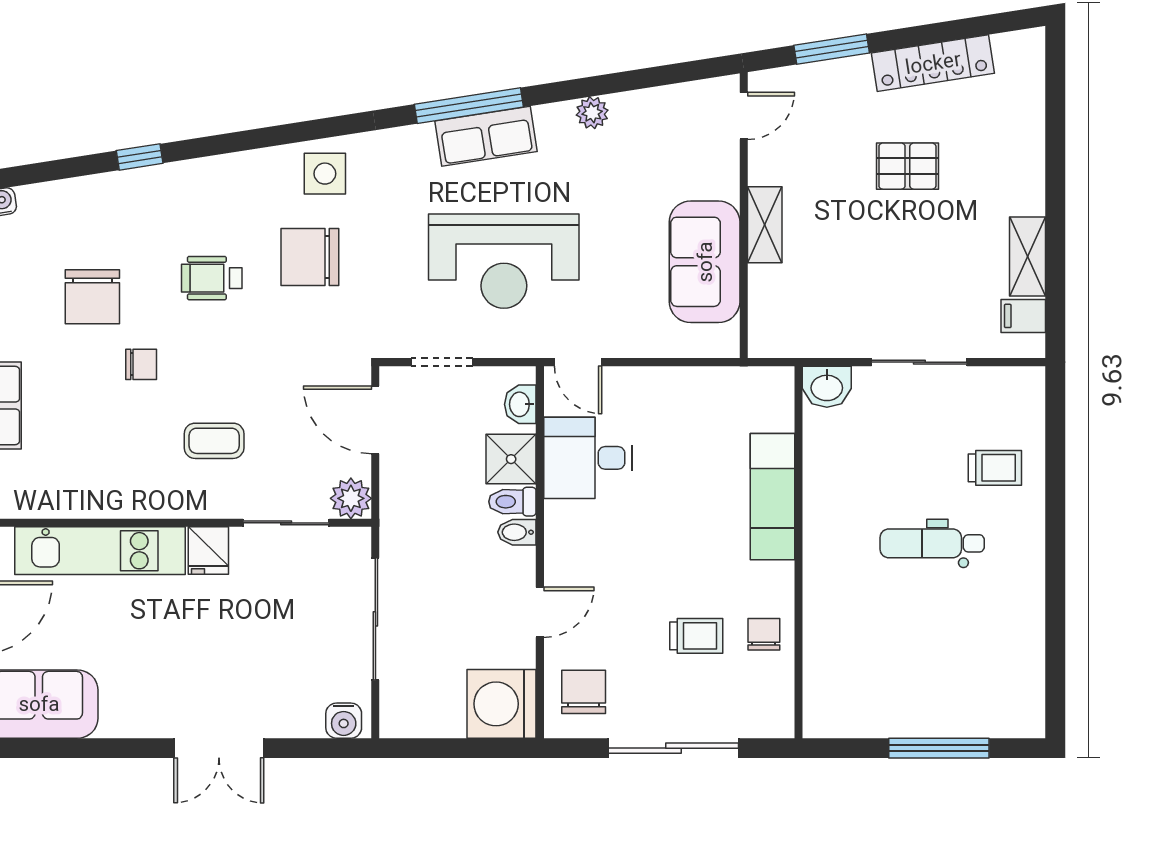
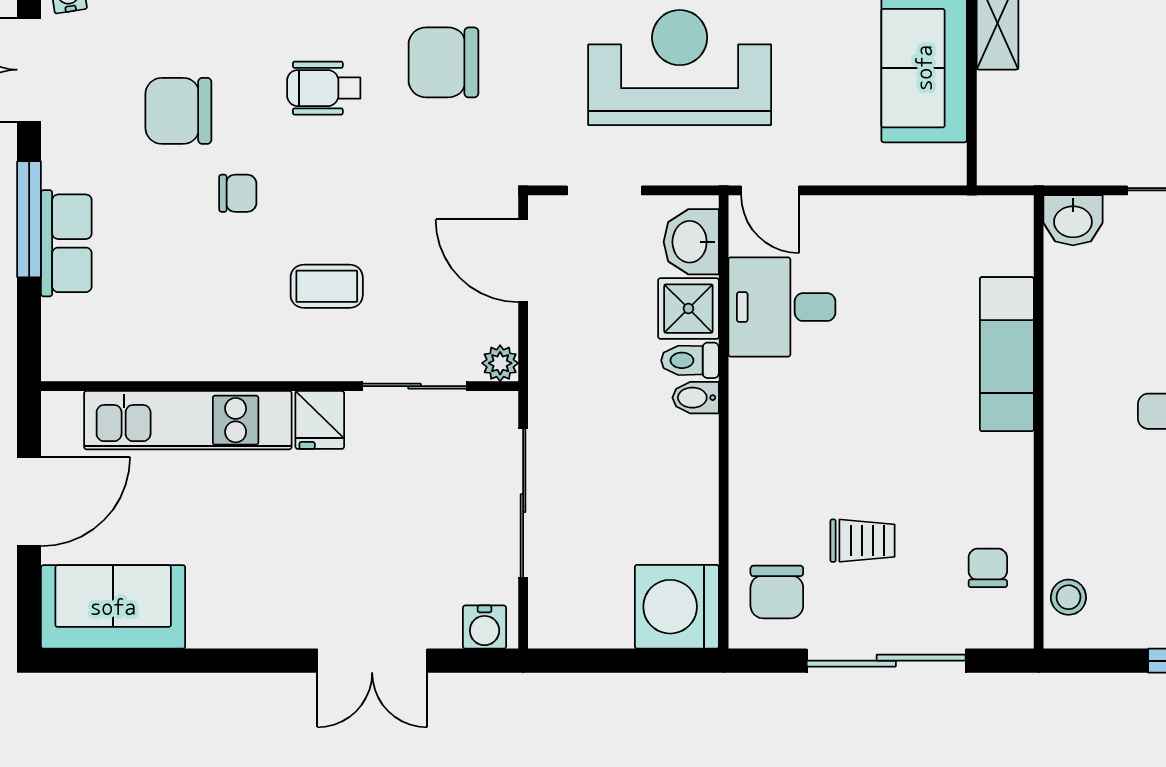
reception desk: (504, 261) -> (680, 67), turned 180
chair: (92, 297) -> (178, 111), turned 90
washbasin: (520, 404) -> (691, 242), width x1.38, depth x1.45
plant: (351, 498) -> (500, 363), width x0.73, depth x0.73
door: (540, 612) -> (724, 495), removed
chair: (764, 634) -> (988, 568), moved
trolley: (696, 636) -> (863, 541), moved
chair: (584, 692) -> (777, 592), turned 180
stool: (823, 696) -> (1068, 597), added
double door: (219, 748) -> (372, 661), moved

